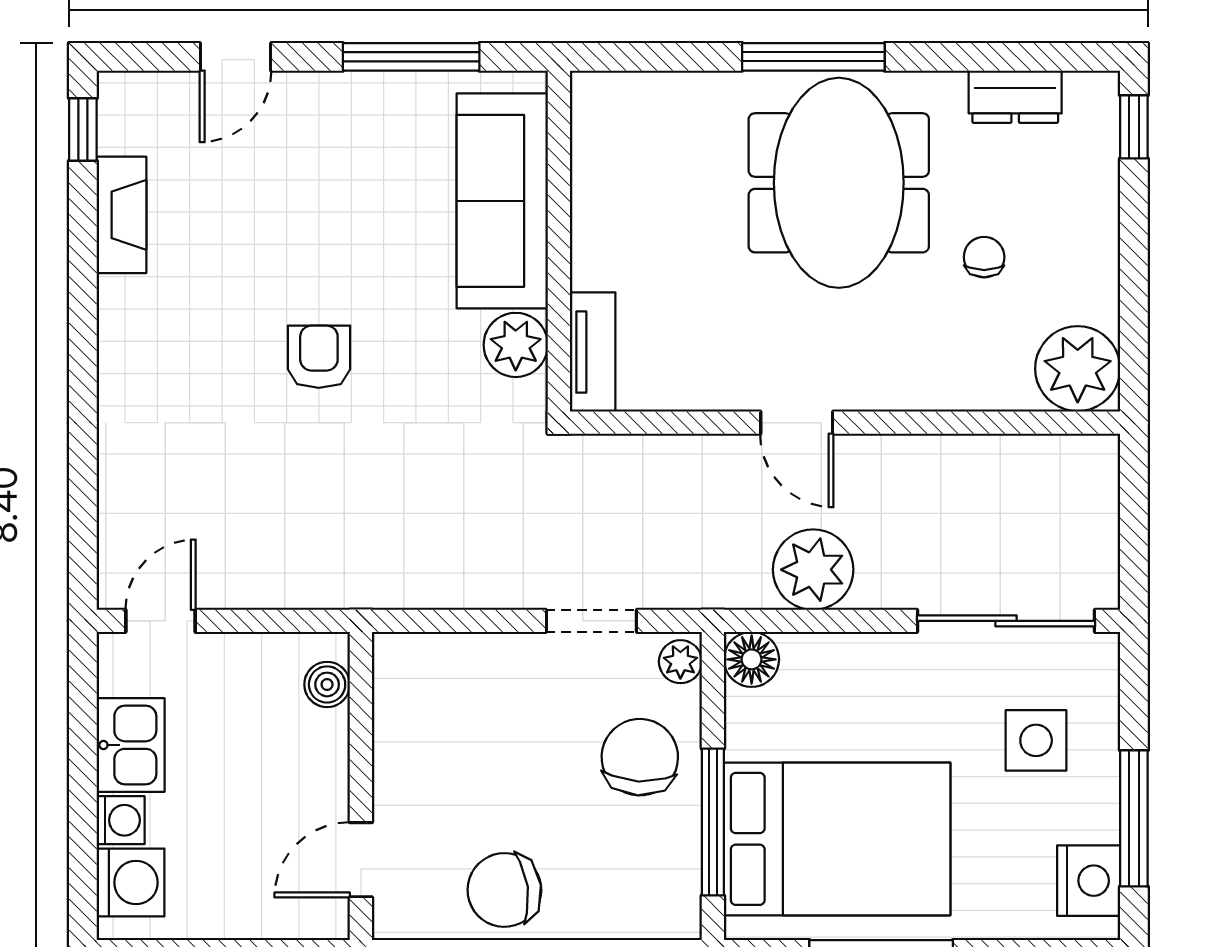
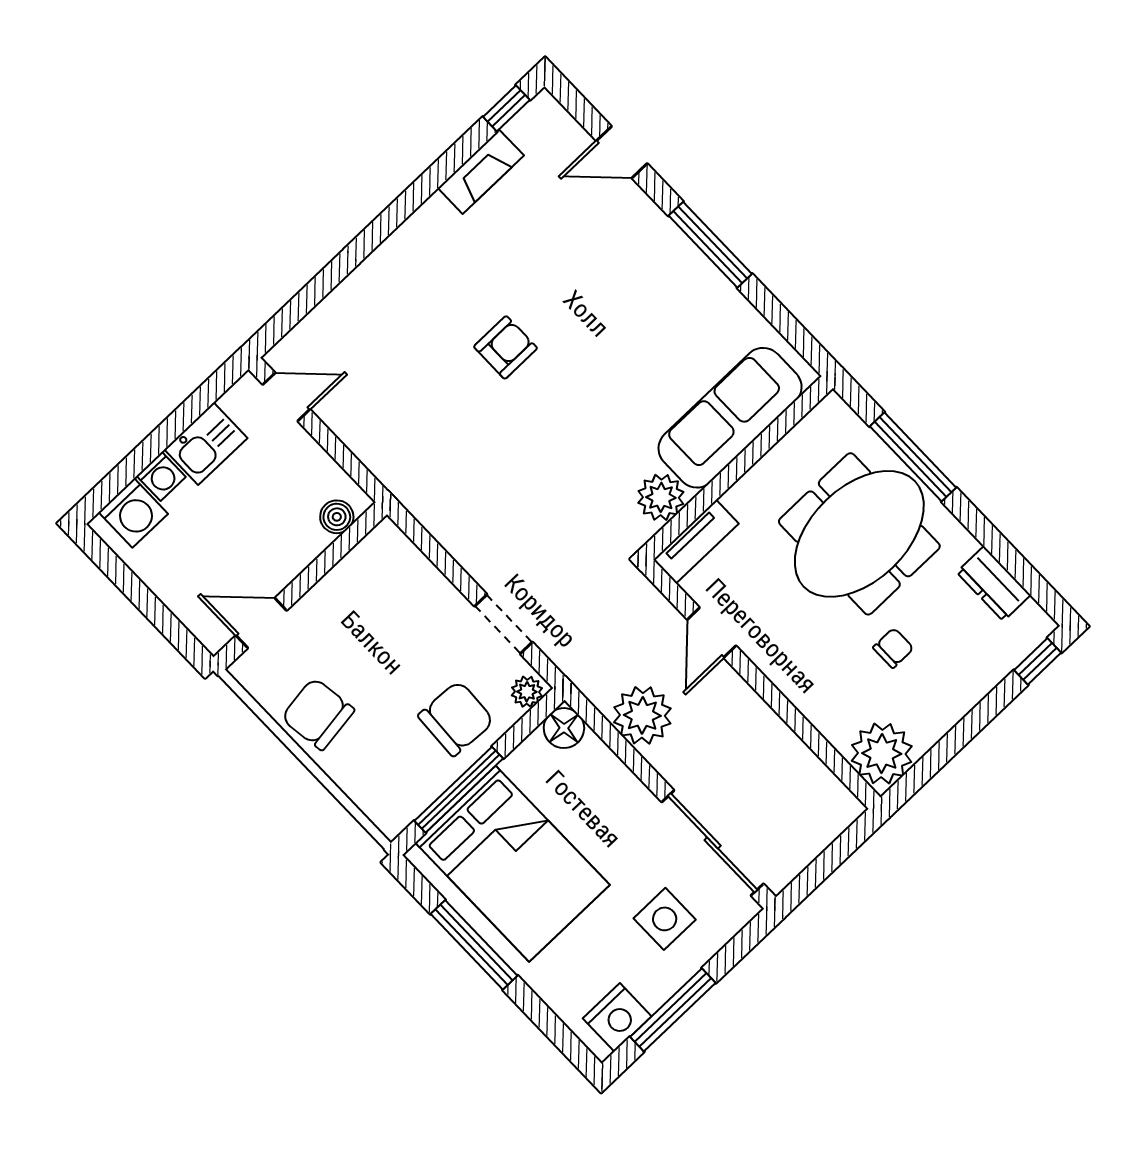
sofa: (502, 201) -> (730, 418), moved
wall: (559, 241) -> (737, 468), moved
plant: (516, 345) -> (661, 497), moved
tv unit: (593, 352) -> (696, 542), moved

